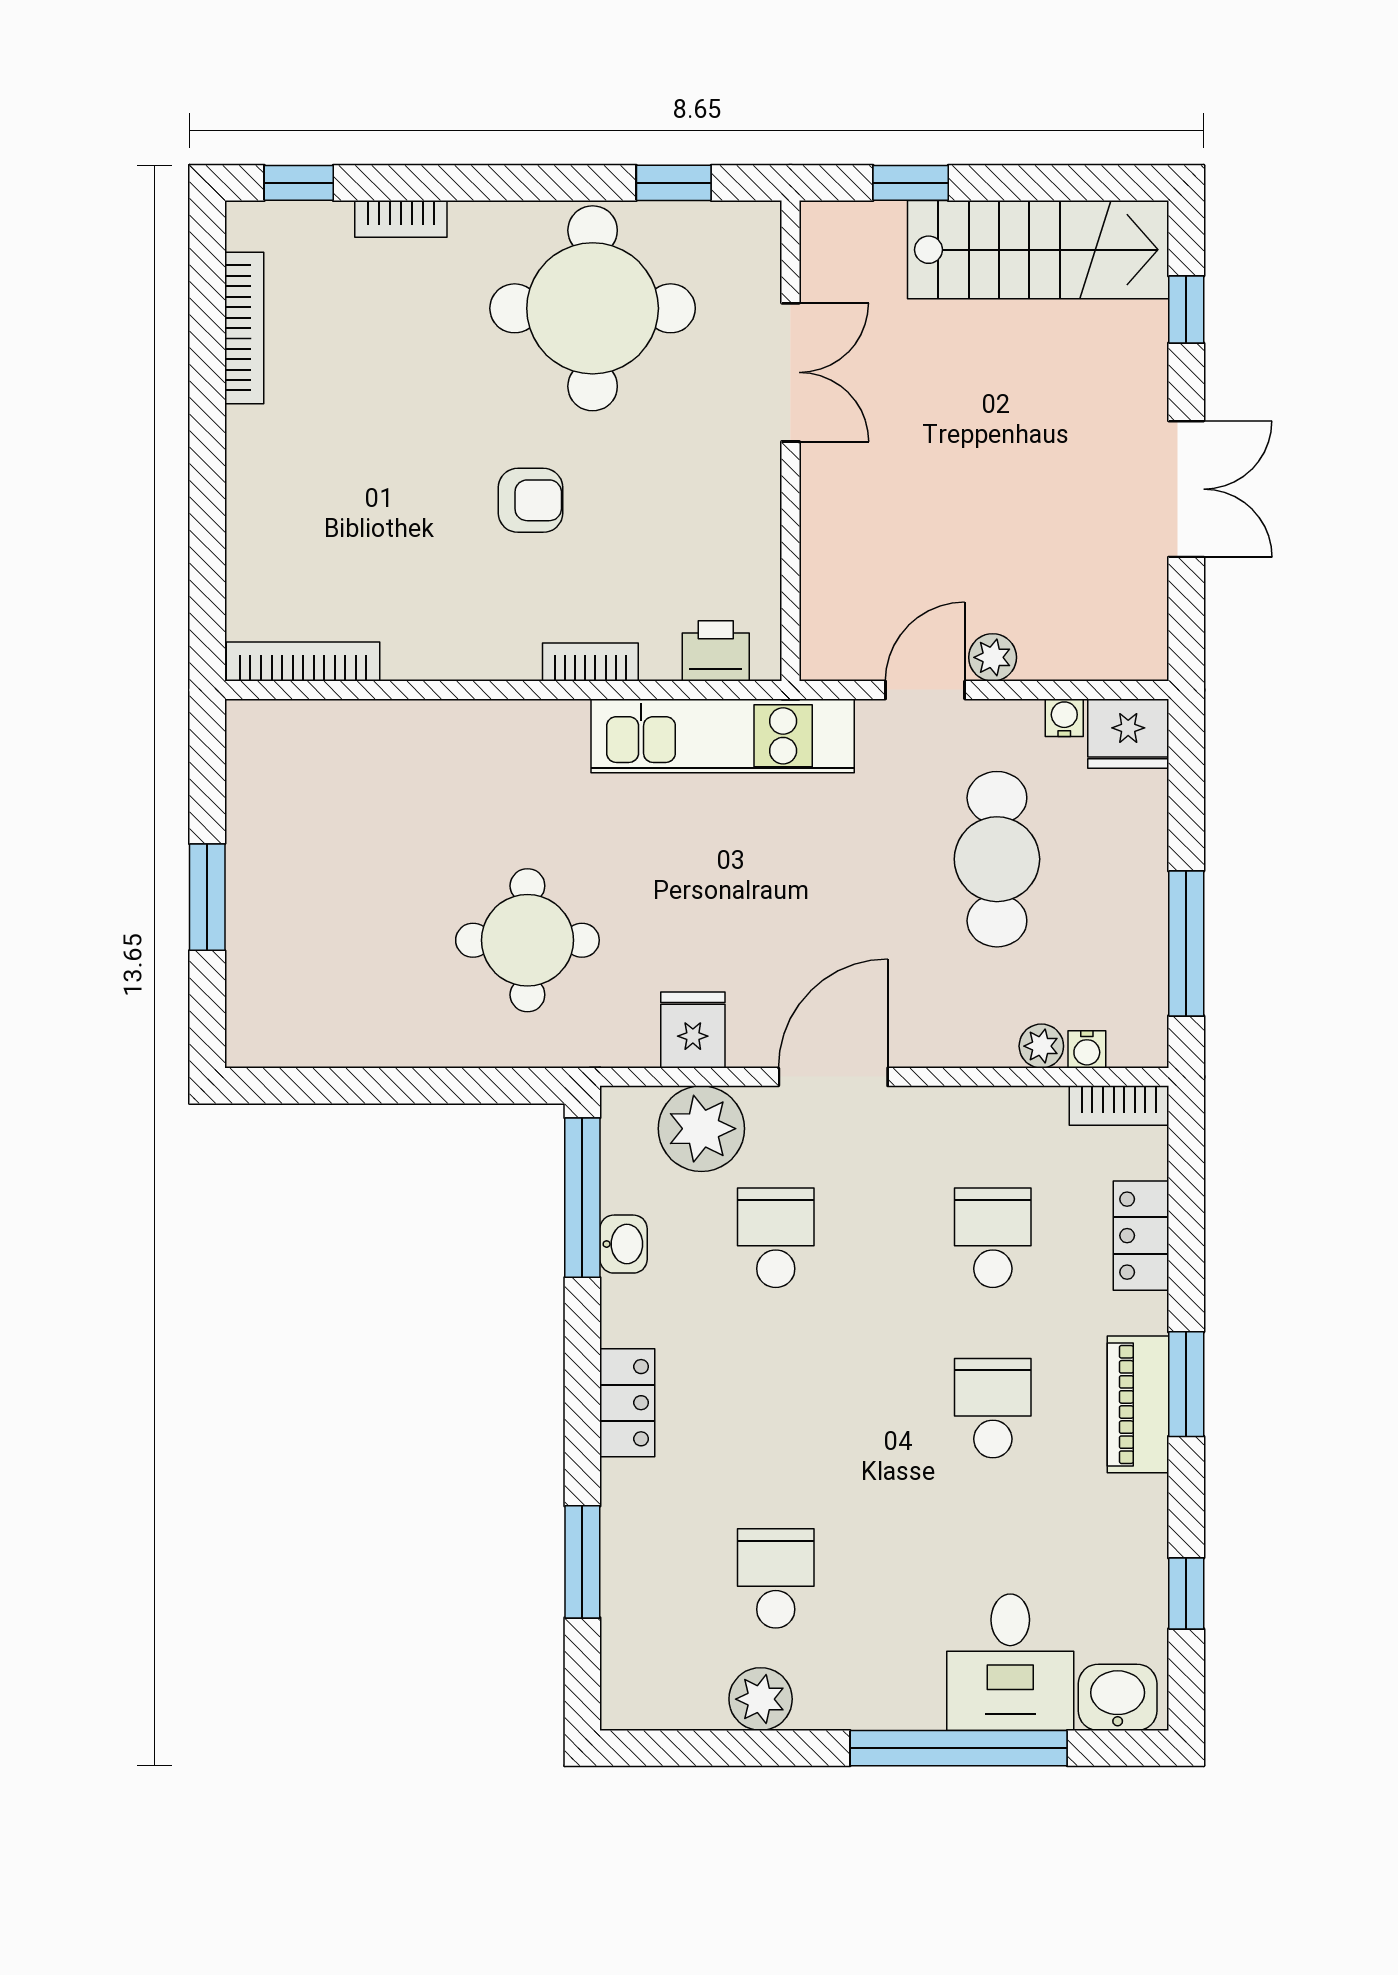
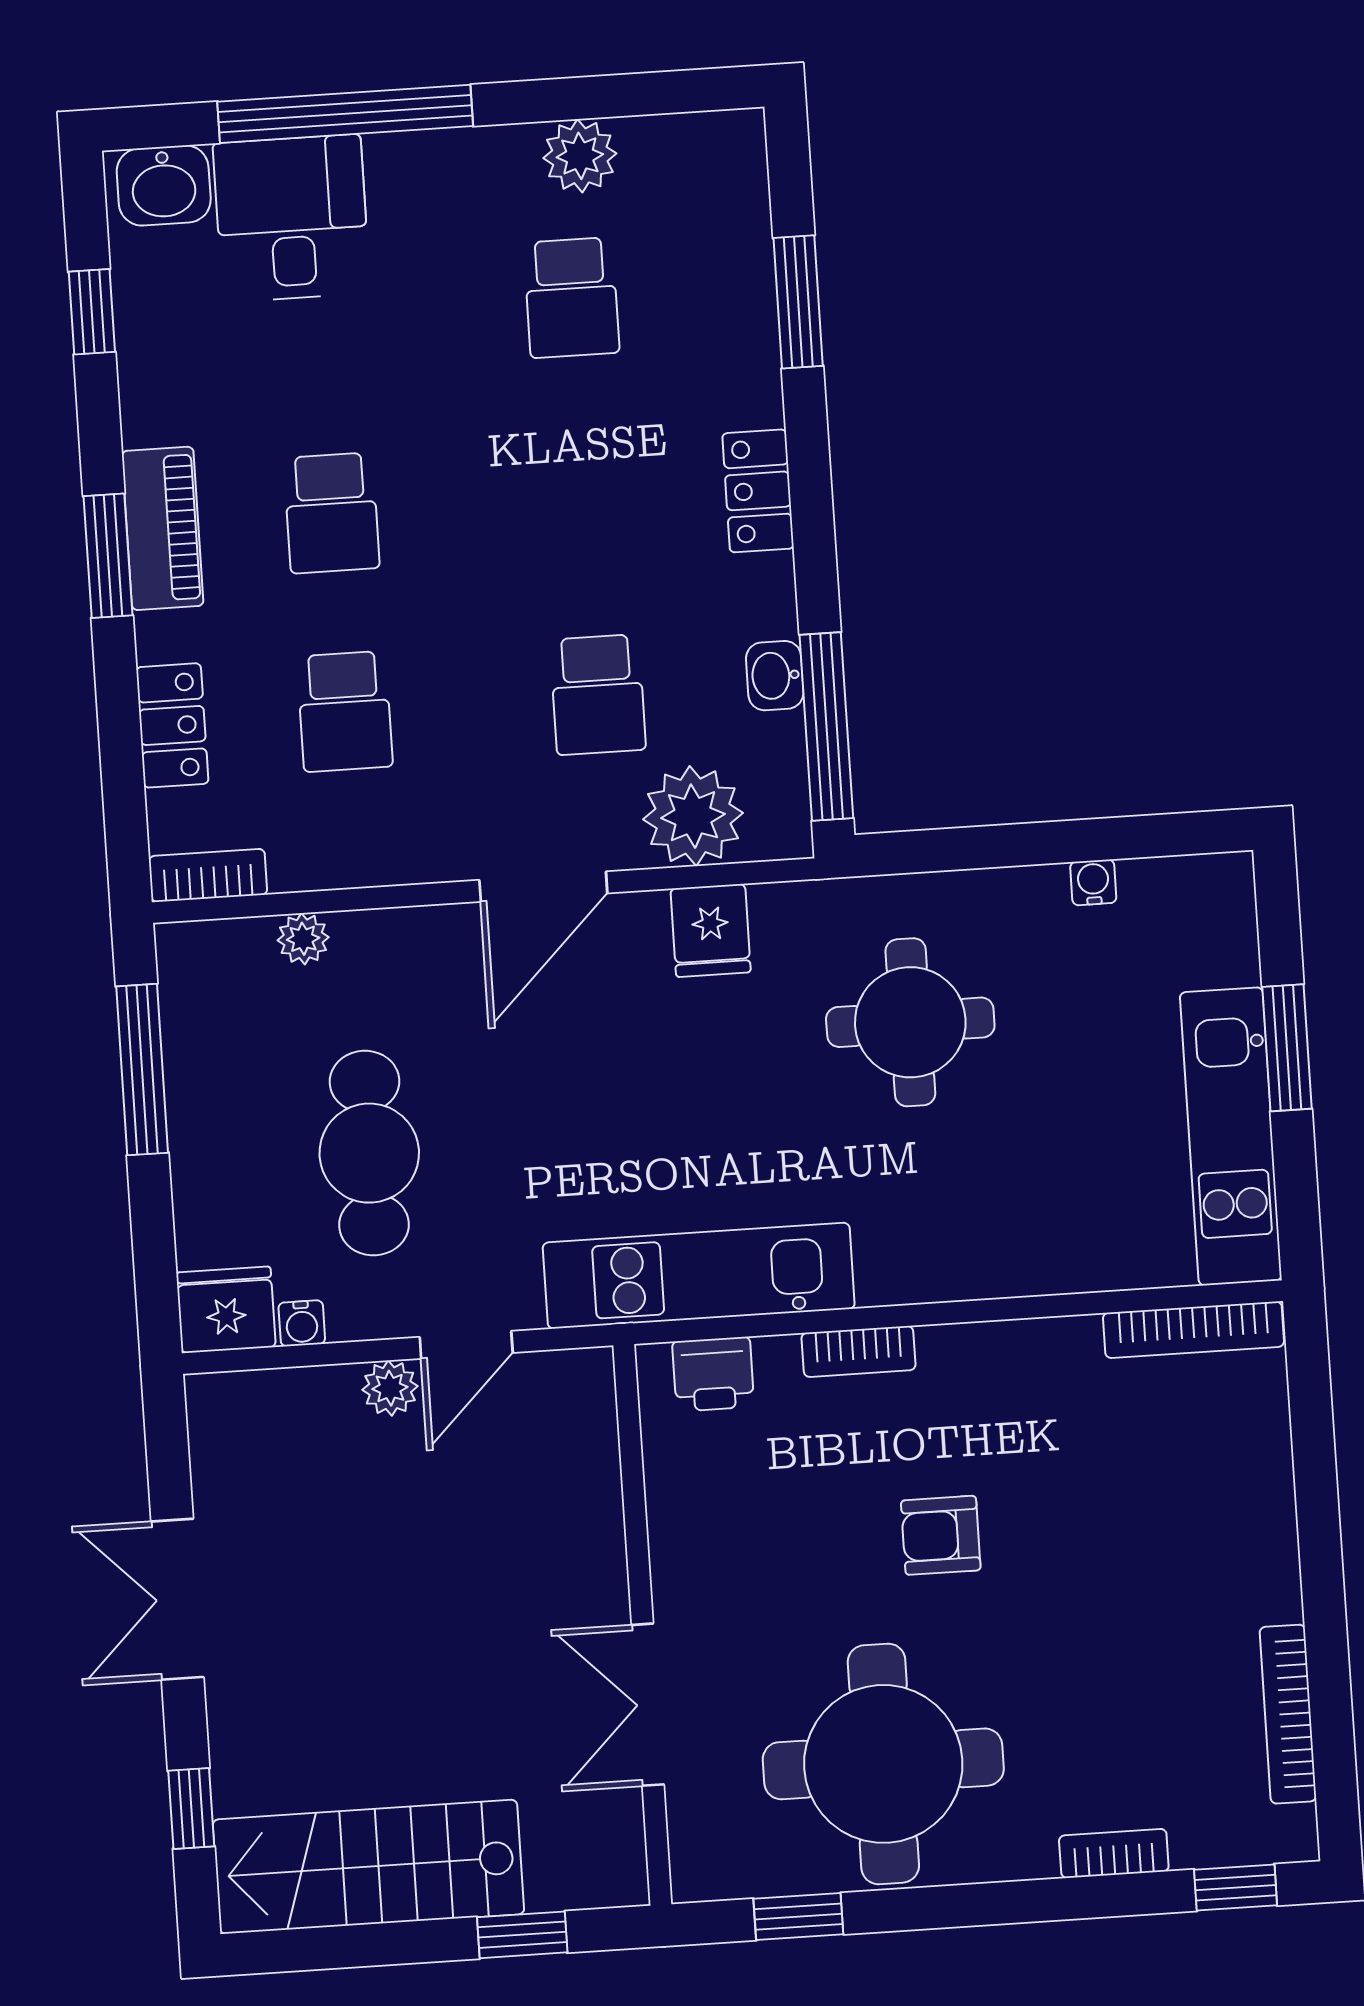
kitchen unit: (260, 825) -> (1231, 1136), added
water cooler: (1087, 1049) -> (1093, 882), moved

